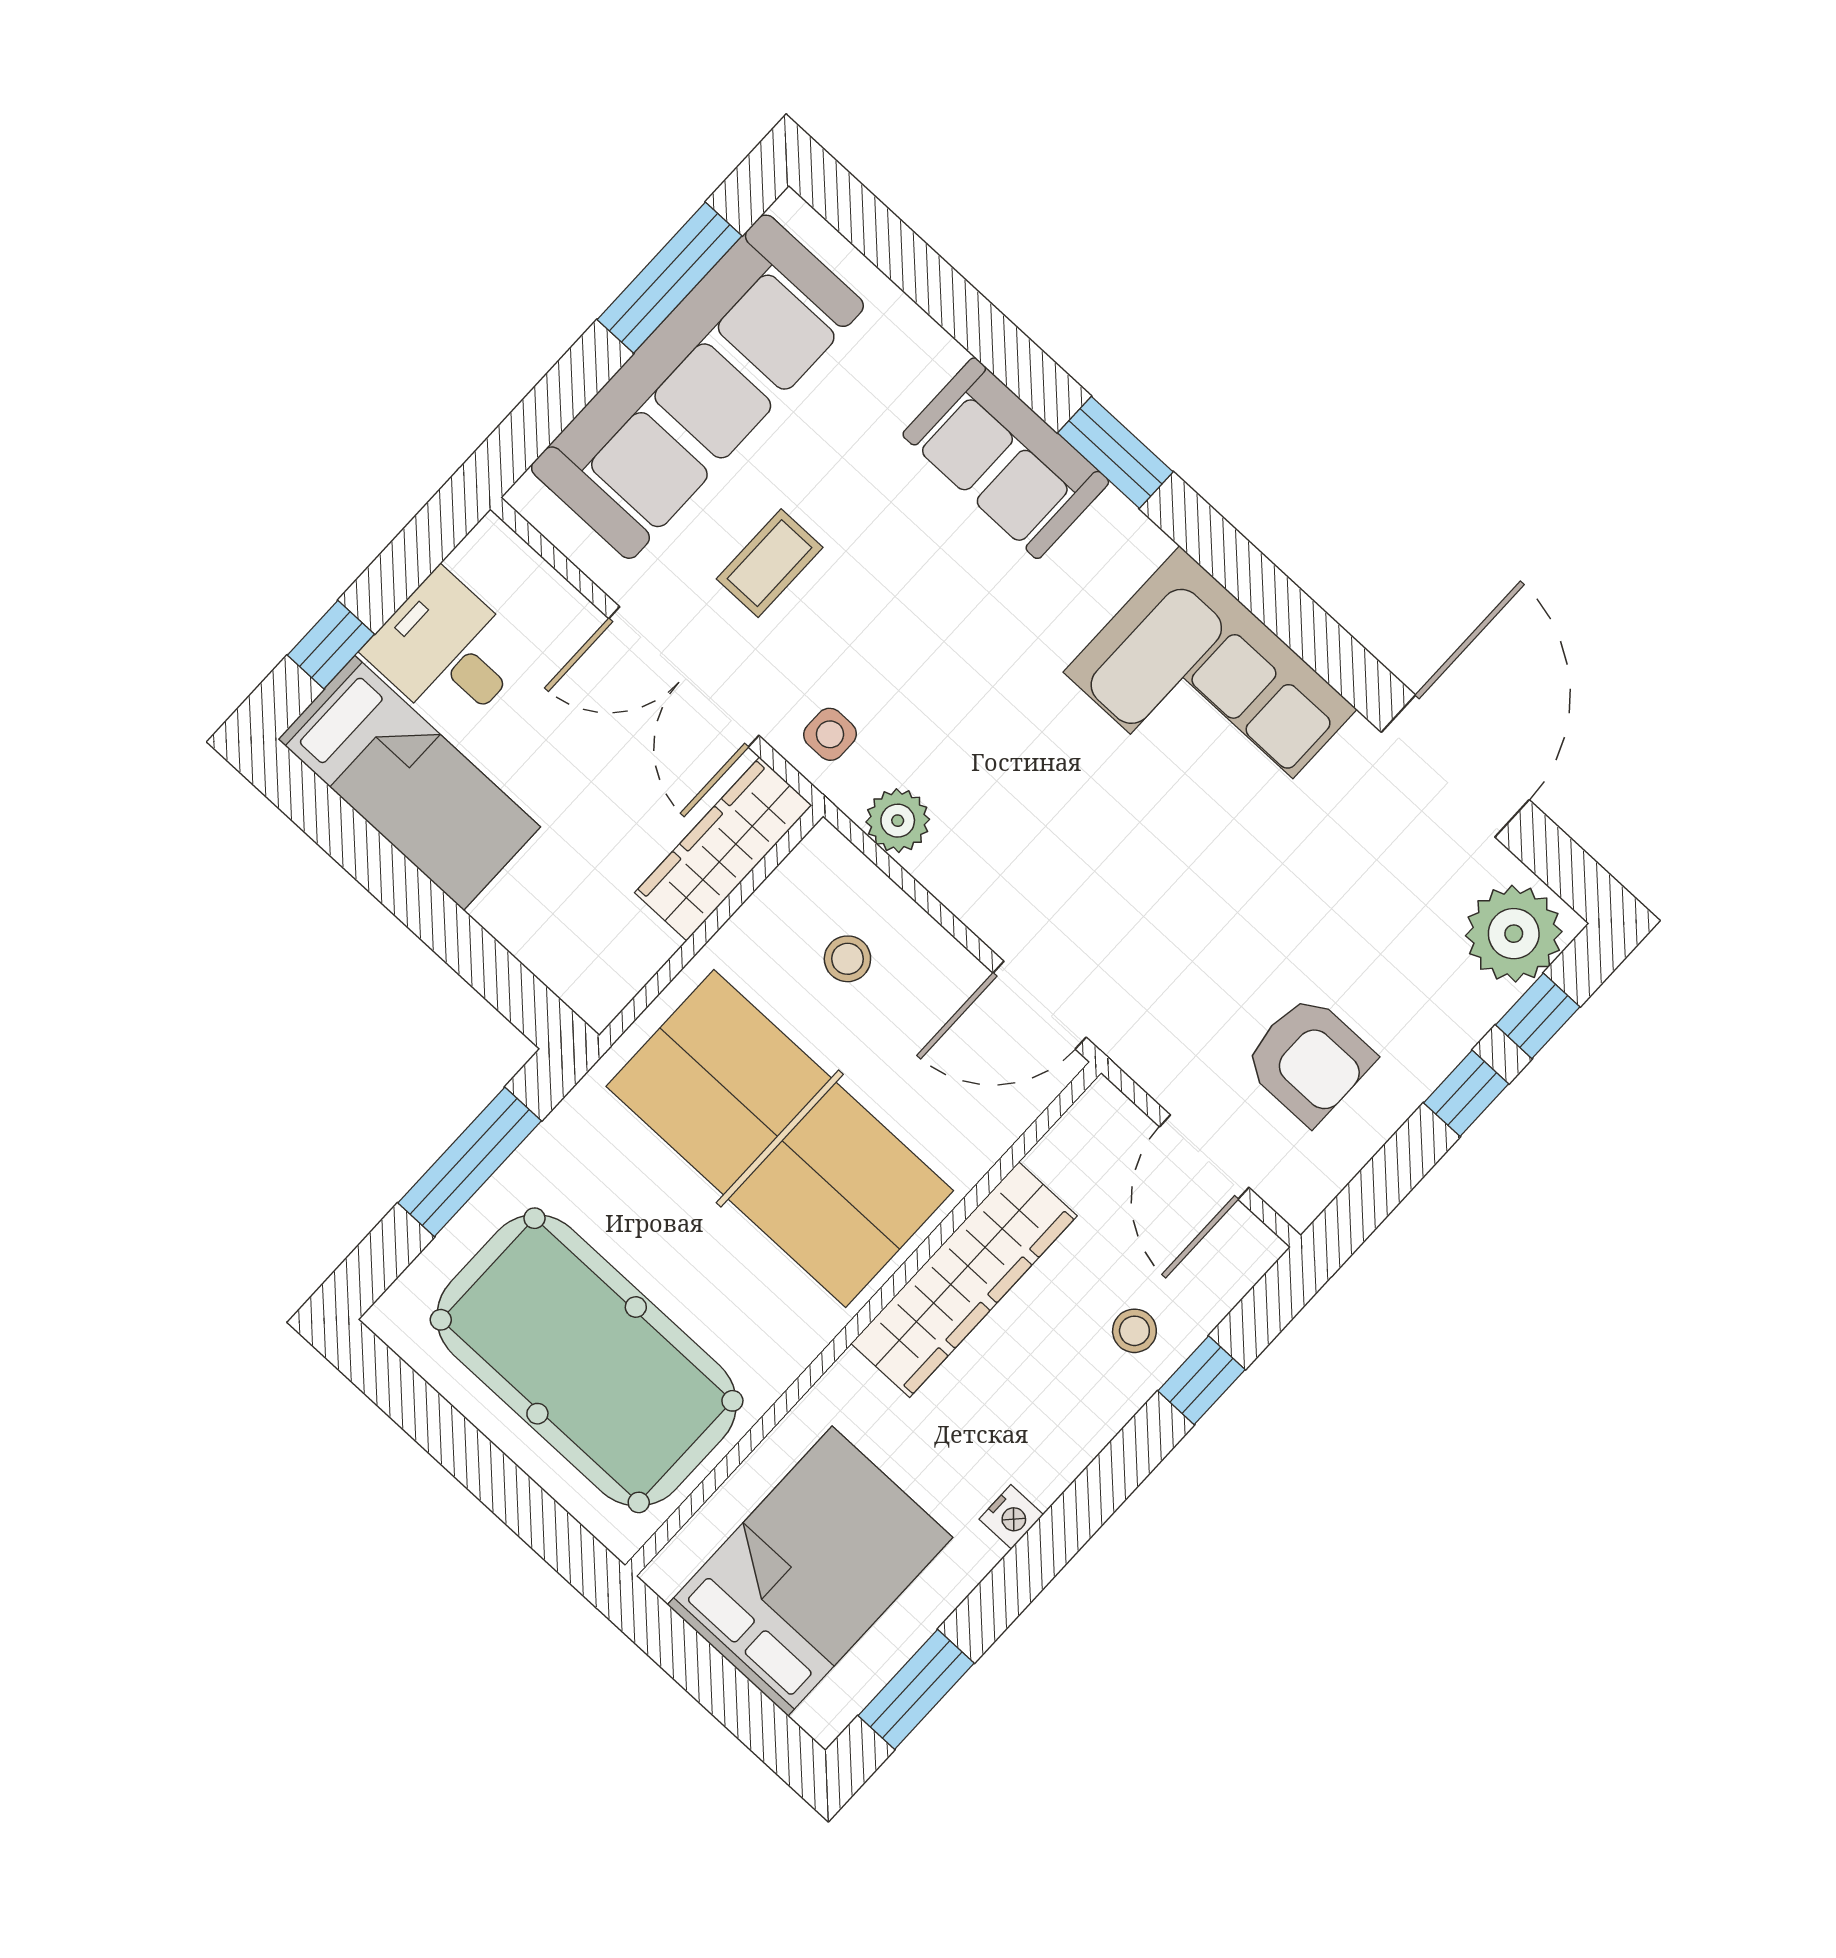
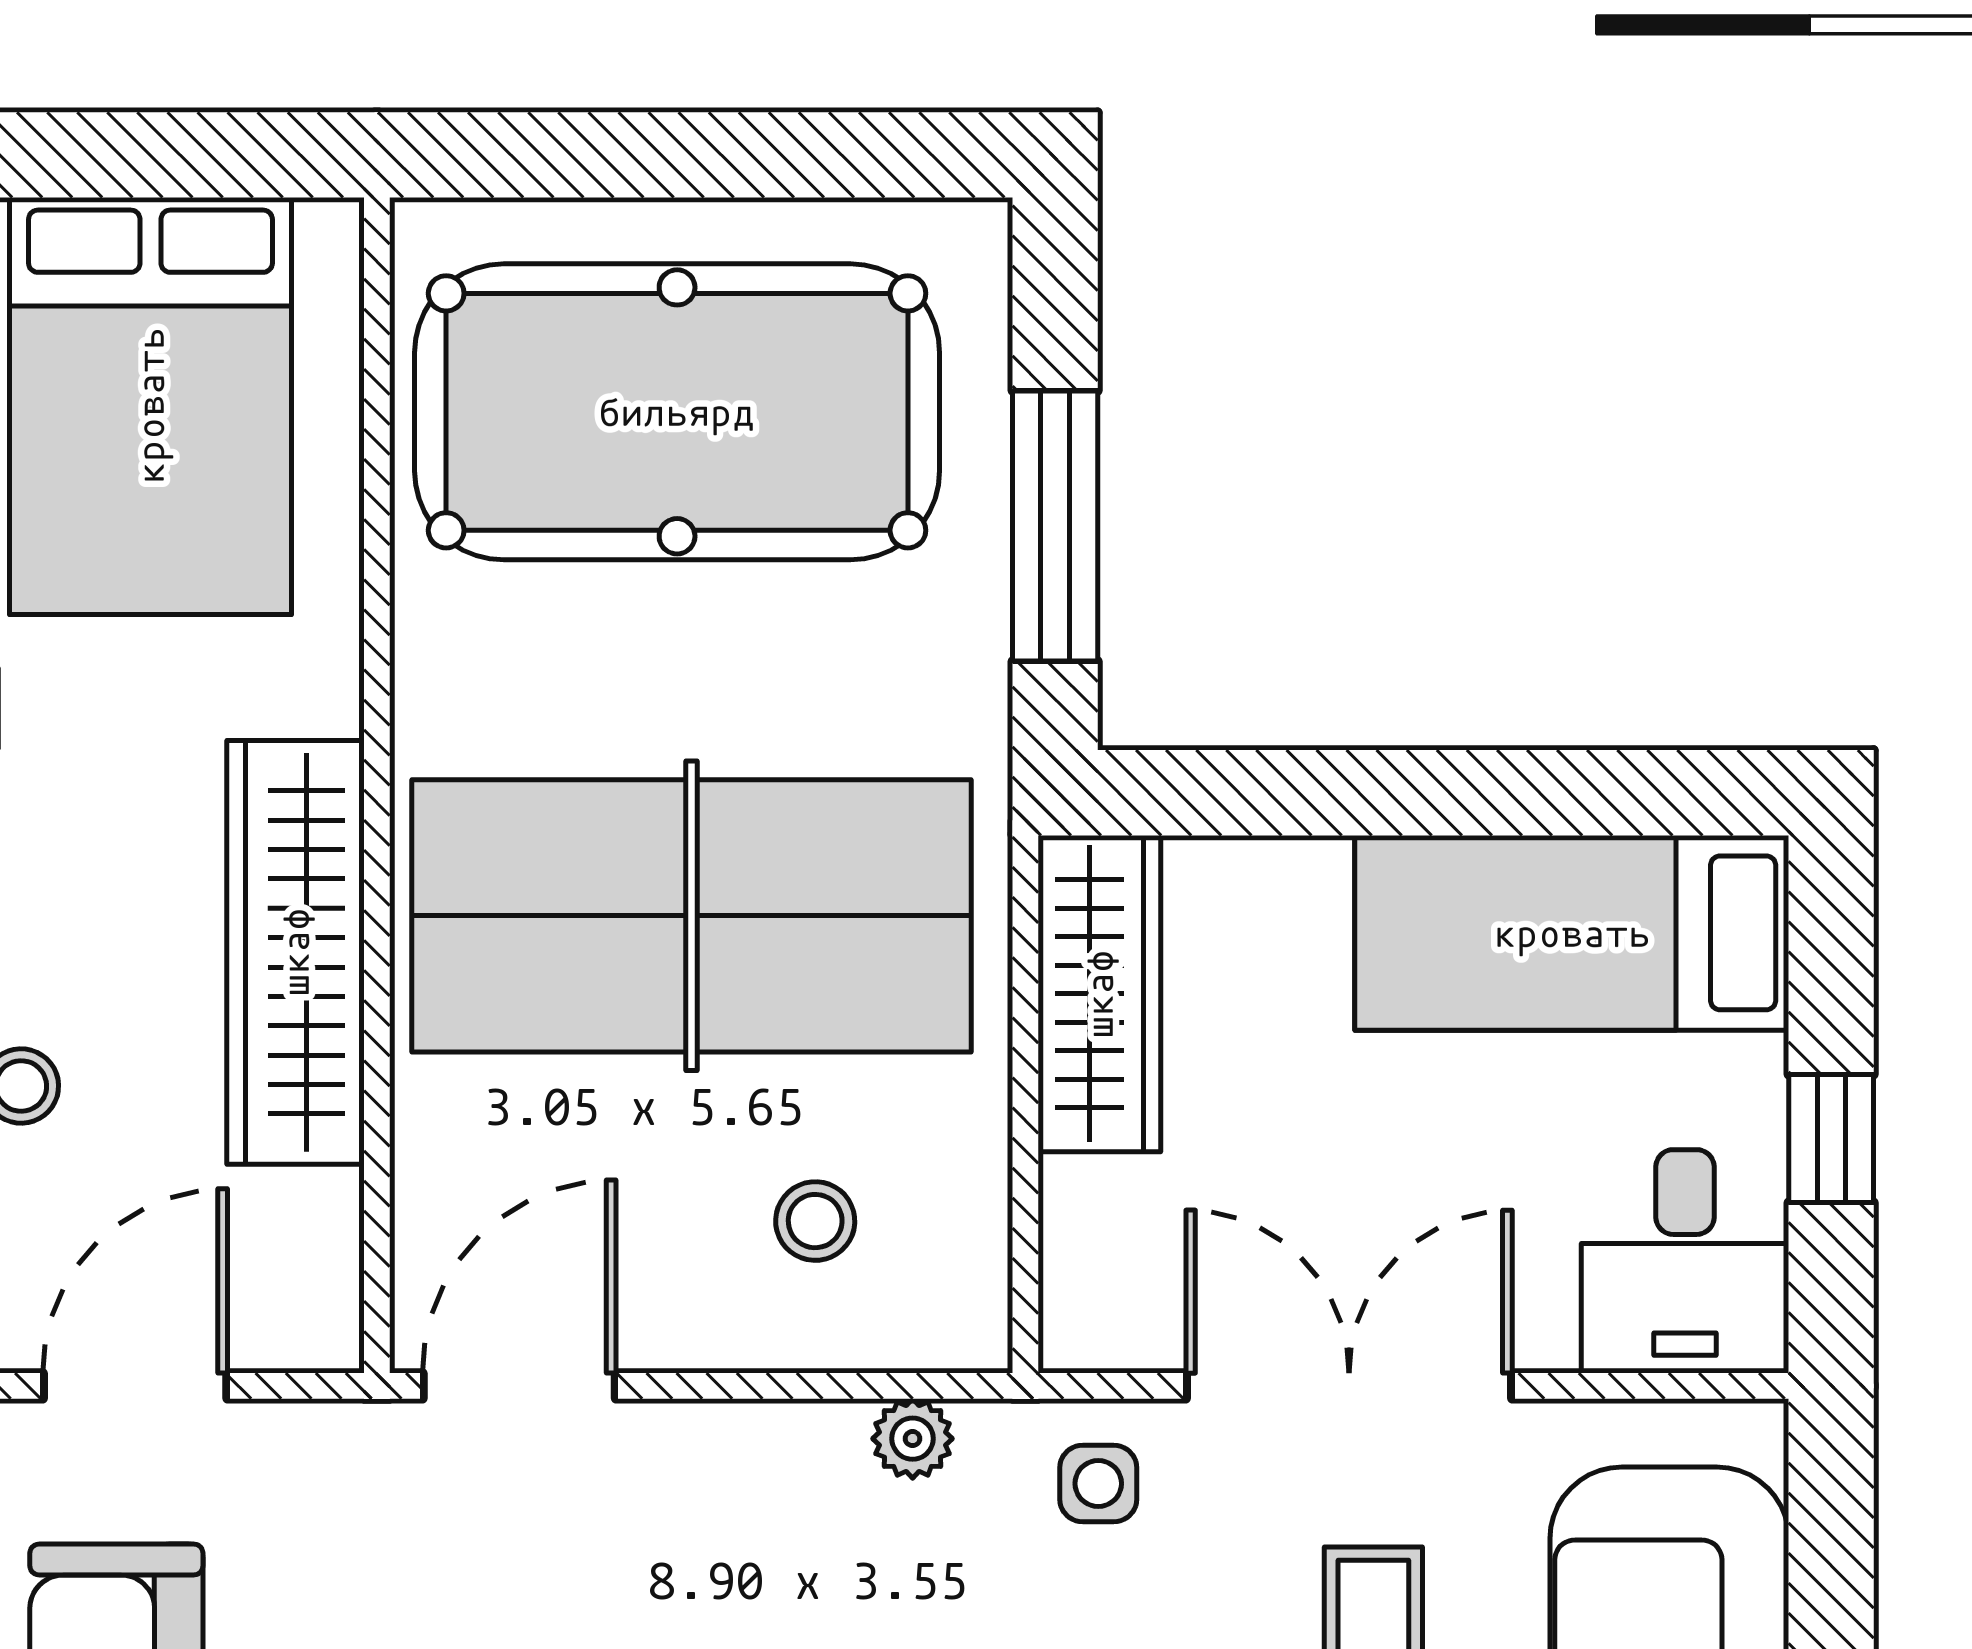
window: (331, 645) -> (1831, 1138), moved
desk: (447, 652) -> (1685, 1261), moved, turned 90
plant: (898, 821) -> (913, 1439), width x0.73, depth x0.73
wardrobe: (723, 849) -> (1099, 994), moved
door: (1204, 1157) -> (135, 1386), hinge flipped

